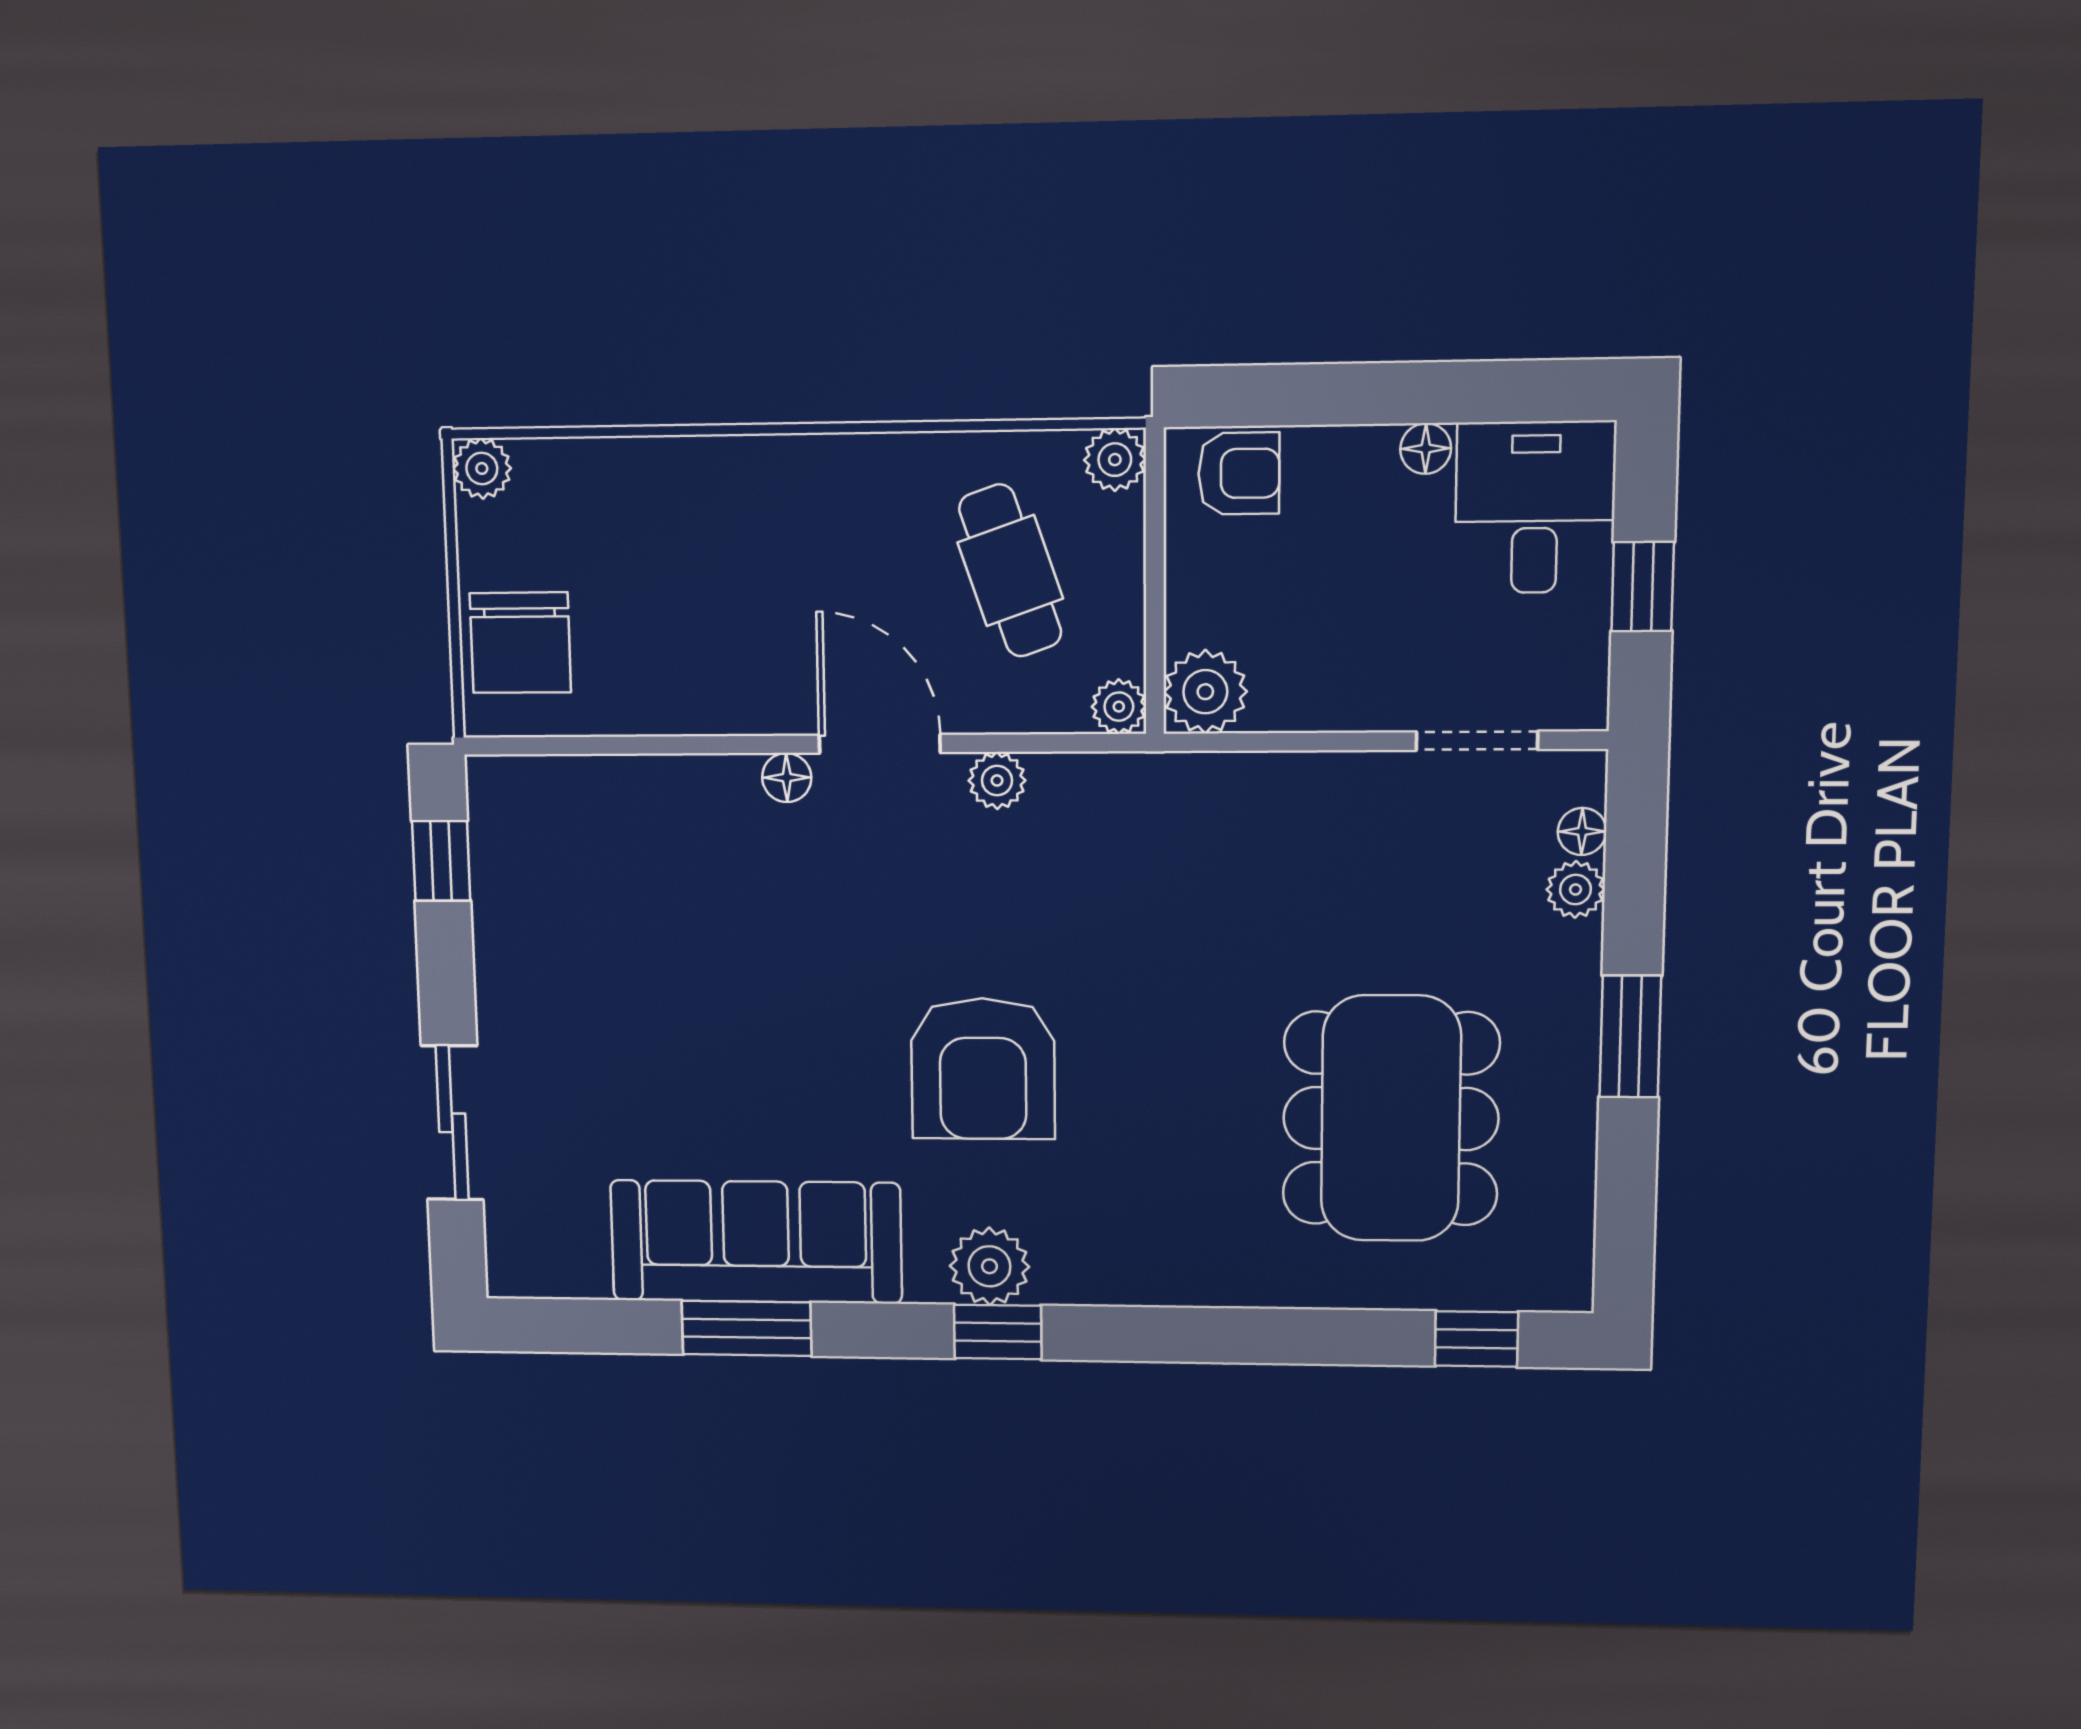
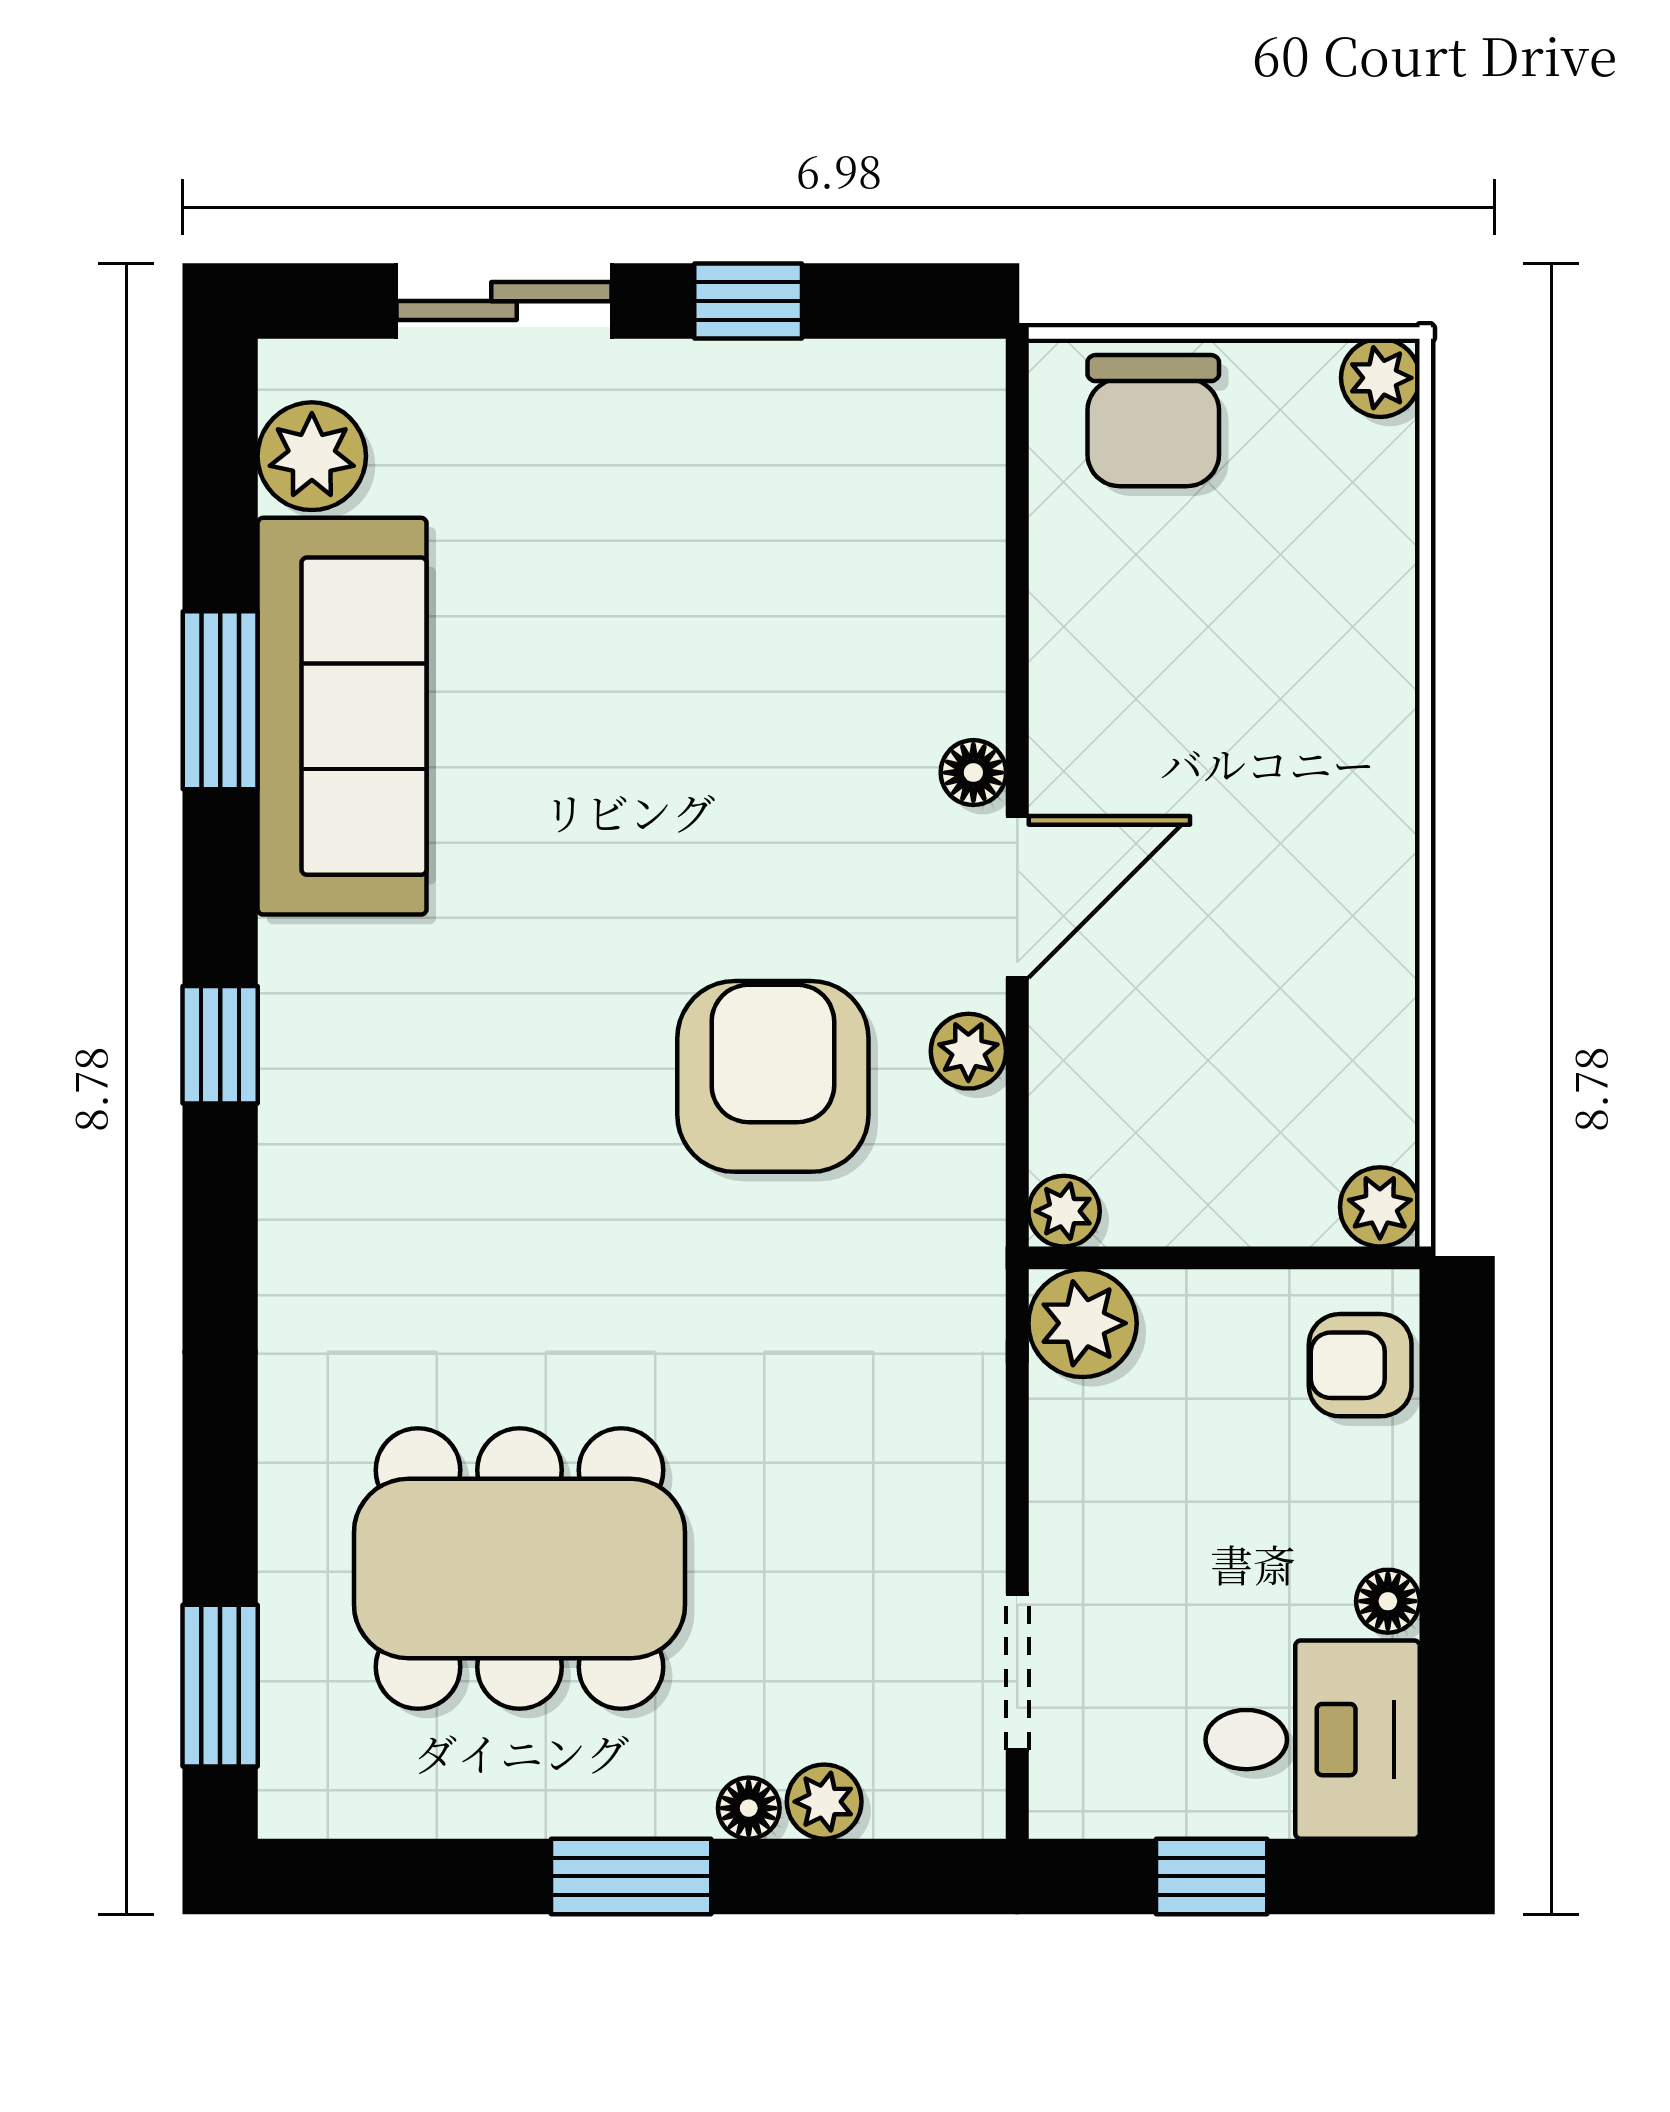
armchair: (1239, 473) -> (1360, 1365), turned 90
cafe table: (1010, 571) -> (1241, 1071), removed
chair: (520, 643) -> (1153, 421), turned -90
floor lamp: (1582, 831) -> (749, 1808), moved
window: (441, 861) -> (748, 301), moved
armchair: (983, 1069) -> (773, 1076), moved, turned 90
plant: (989, 1266) -> (312, 456), moved
window: (1476, 1339) -> (220, 1686), width x1.50

